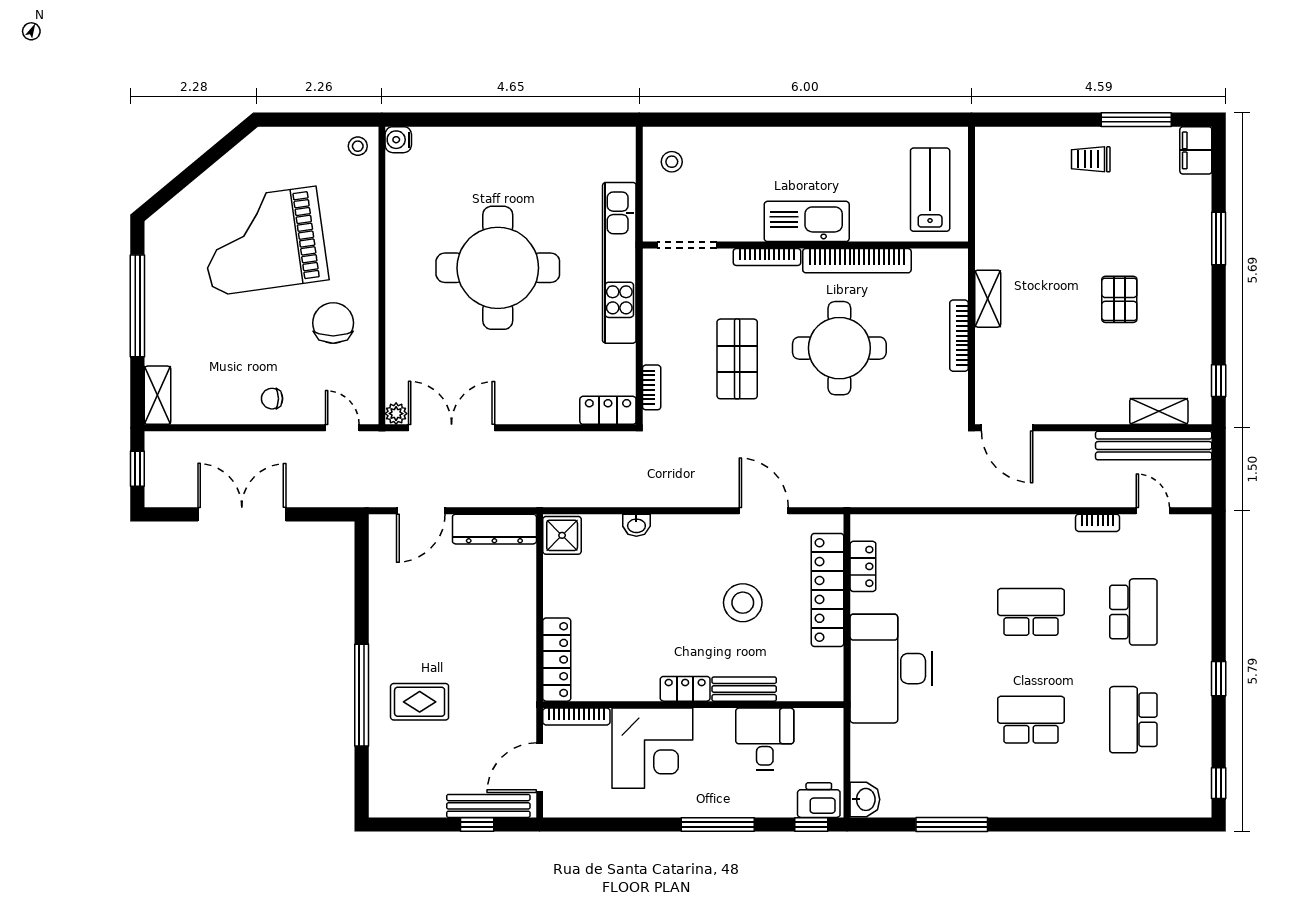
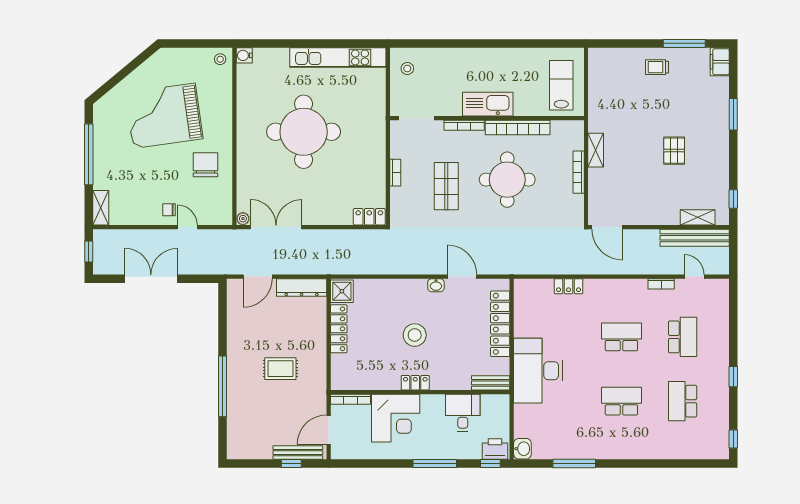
kitchen unit: (619, 263) -> (338, 57), moved, turned -90
bookcase: (652, 387) -> (395, 173), moved
door: (342, 428) -> (187, 227), moved
washbasin: (636, 525) -> (436, 285), moved
locker: (863, 566) -> (569, 286), moved, turned 90
stool: (743, 603) -> (415, 335), moved
locker: (557, 660) -> (339, 329), moved
bench: (744, 689) -> (491, 383), moved
rug: (420, 702) -> (280, 369), moved

